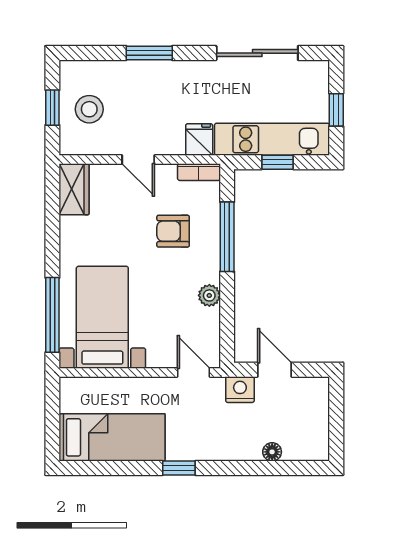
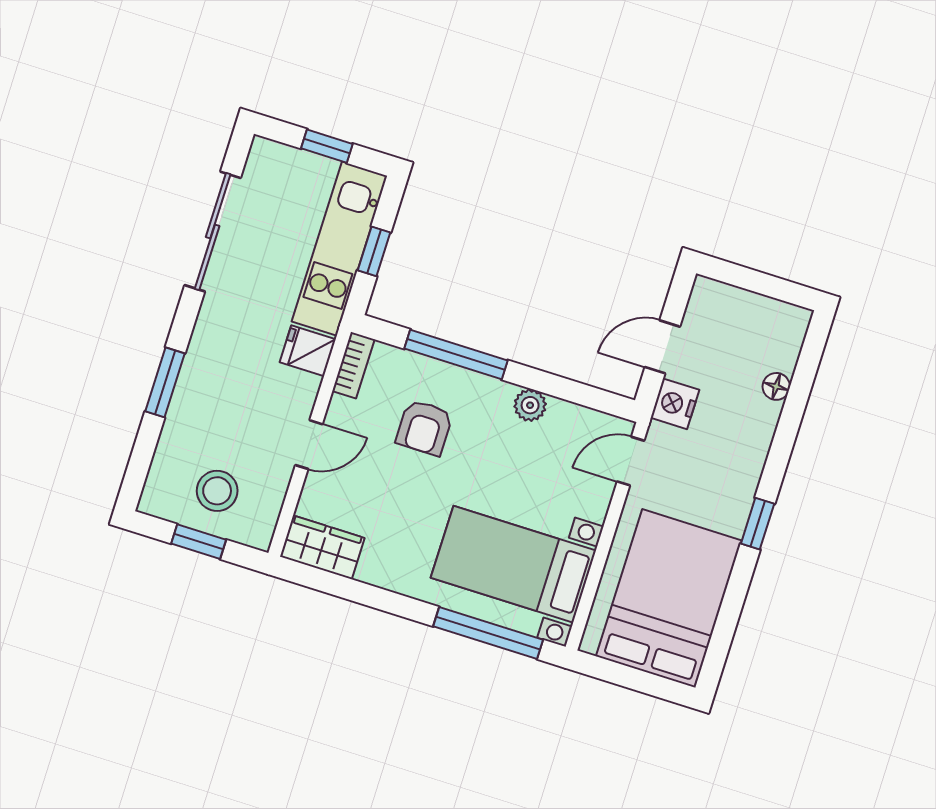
bed: (112, 437) -> (669, 598), width x1.50

